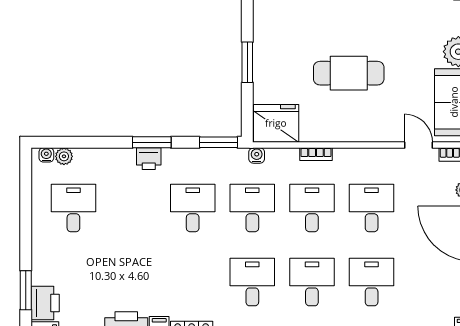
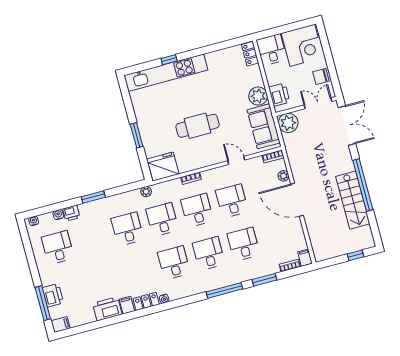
window: (219, 142) -> (132, 187), removed
door: (419, 145) -> (236, 160), moved
water cooler: (257, 155) -> (58, 215), moved
plant: (64, 156) -> (146, 192), moved
printer: (149, 159) -> (71, 213), moved
window: (26, 290) -> (43, 303), width x1.44
printer: (45, 303) -> (53, 295), moved

